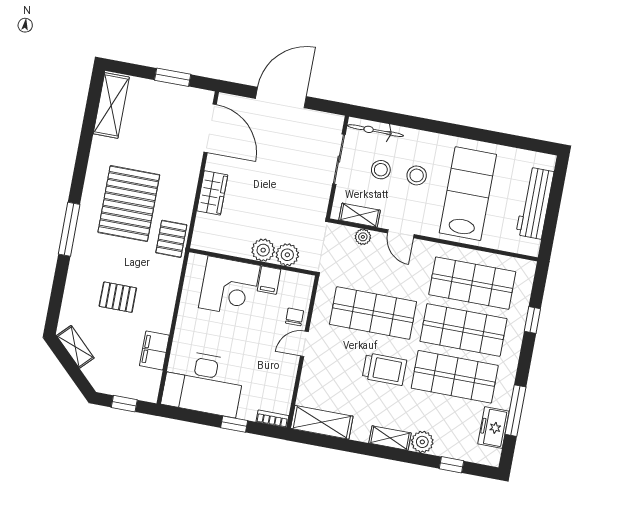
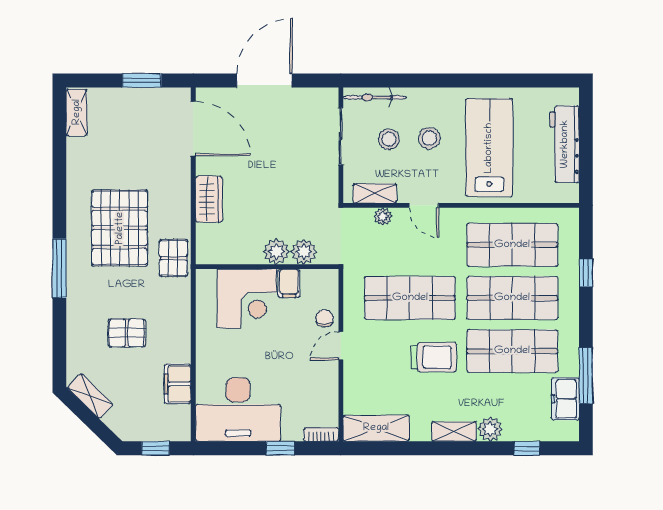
shelving: (111, 105) -> (77, 112), width x0.67, depth x0.75

